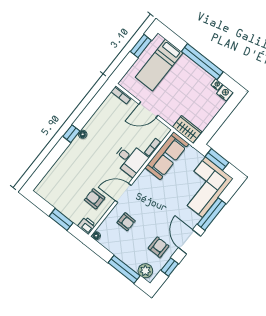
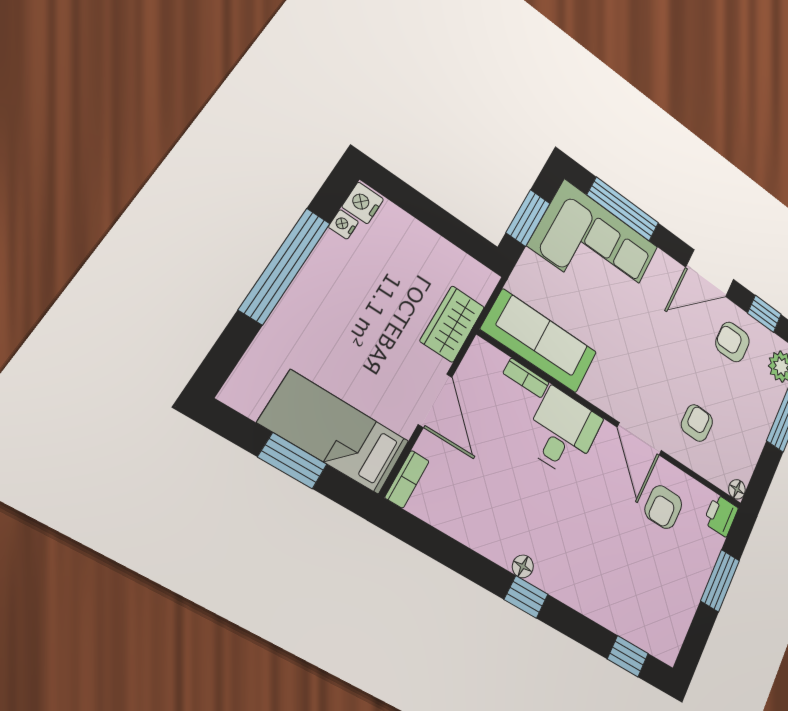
window: (141, 46) -> (293, 461), moved
bed: (159, 65) -> (335, 432), moved, turned 180
wardrobe: (187, 129) -> (452, 324), moved
window: (41, 172) -> (628, 656), added
window: (212, 214) -> (623, 209), moved

